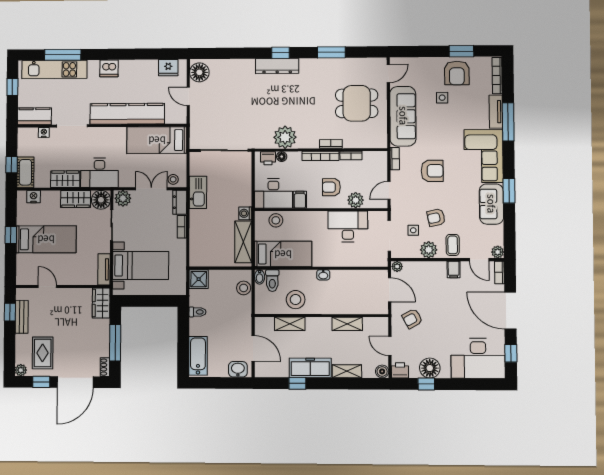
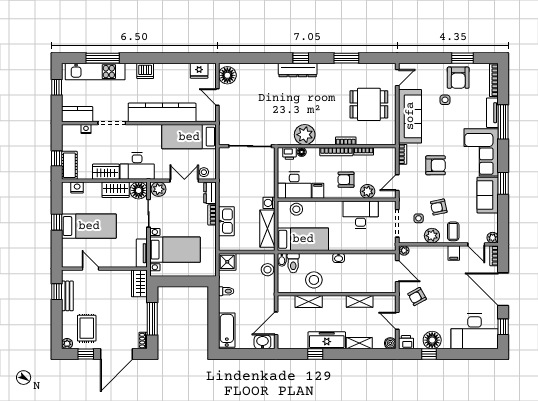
kitchen sink: (198, 192) -> (226, 221), moved
door: (253, 348) -> (276, 323), swing flipped

